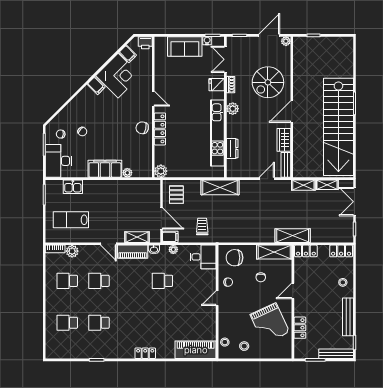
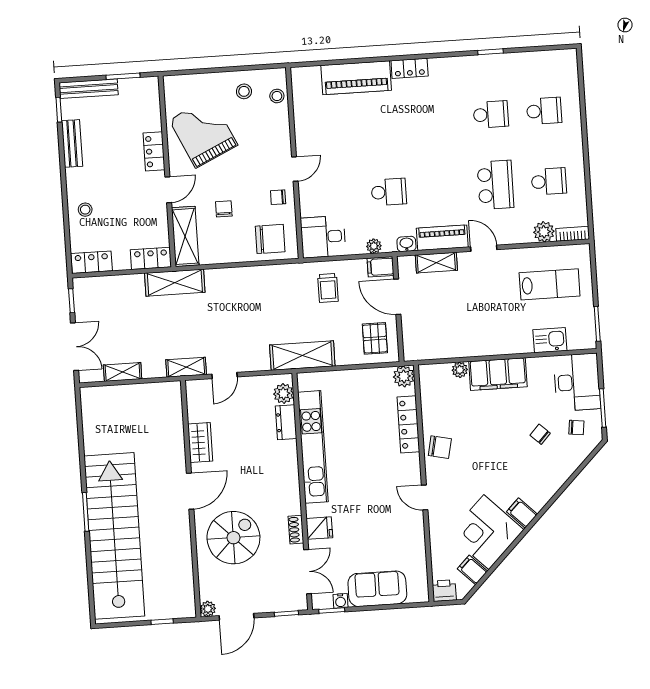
plant: (233, 109) -> (283, 394), moved
stairs: (338, 127) -> (114, 536), moved
locker: (160, 129) -> (408, 424), moved
bench: (286, 165) -> (194, 401), removed
shelving: (303, 185) -> (186, 367), moved
shelving: (274, 252) -> (185, 236), moved, turned 90
school desk: (99, 281) -> (495, 185), width x1.85
bench: (348, 317) -> (72, 143), width x0.73
locker: (300, 328) -> (154, 151), moved
piano: (196, 350) -> (356, 78), moved

